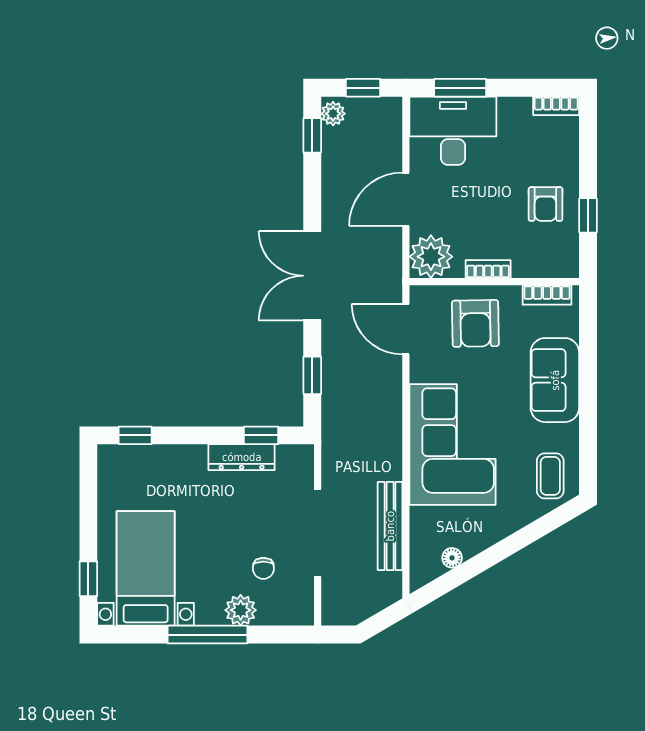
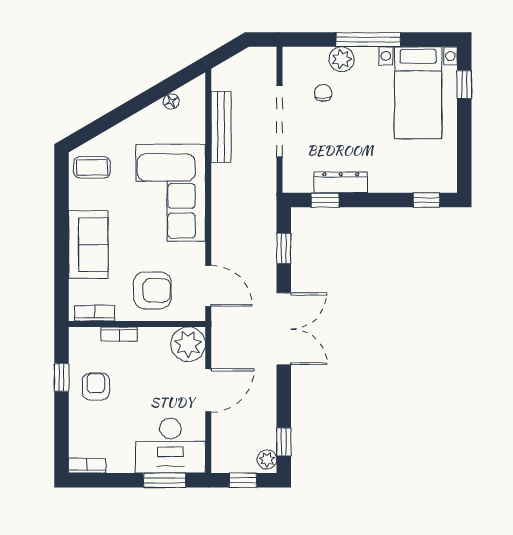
bookcase: (488, 269) -> (119, 334), moved
armchair: (475, 323) -> (152, 290), turned 91
coffee table: (550, 476) -> (92, 167), turned 90

